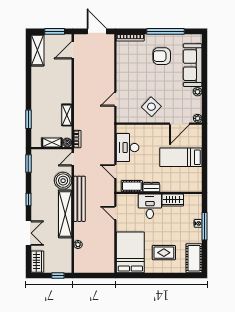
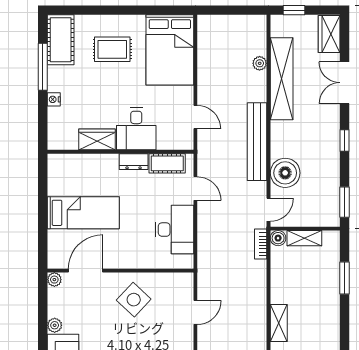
shelving: (67, 115) -> (279, 323), moved
shelving: (65, 214) -> (282, 79), moved
window: (204, 226) -> (43, 67), moved

